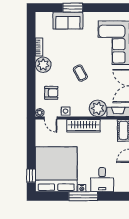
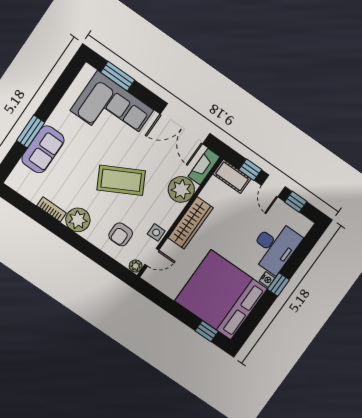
coffee table: (80, 73) -> (121, 180), width x1.86, depth x1.72
armchair: (51, 93) -> (121, 234), turned 180
desk: (102, 180) -> (275, 247), width x1.37
window: (83, 196) -> (278, 285), width x0.46

